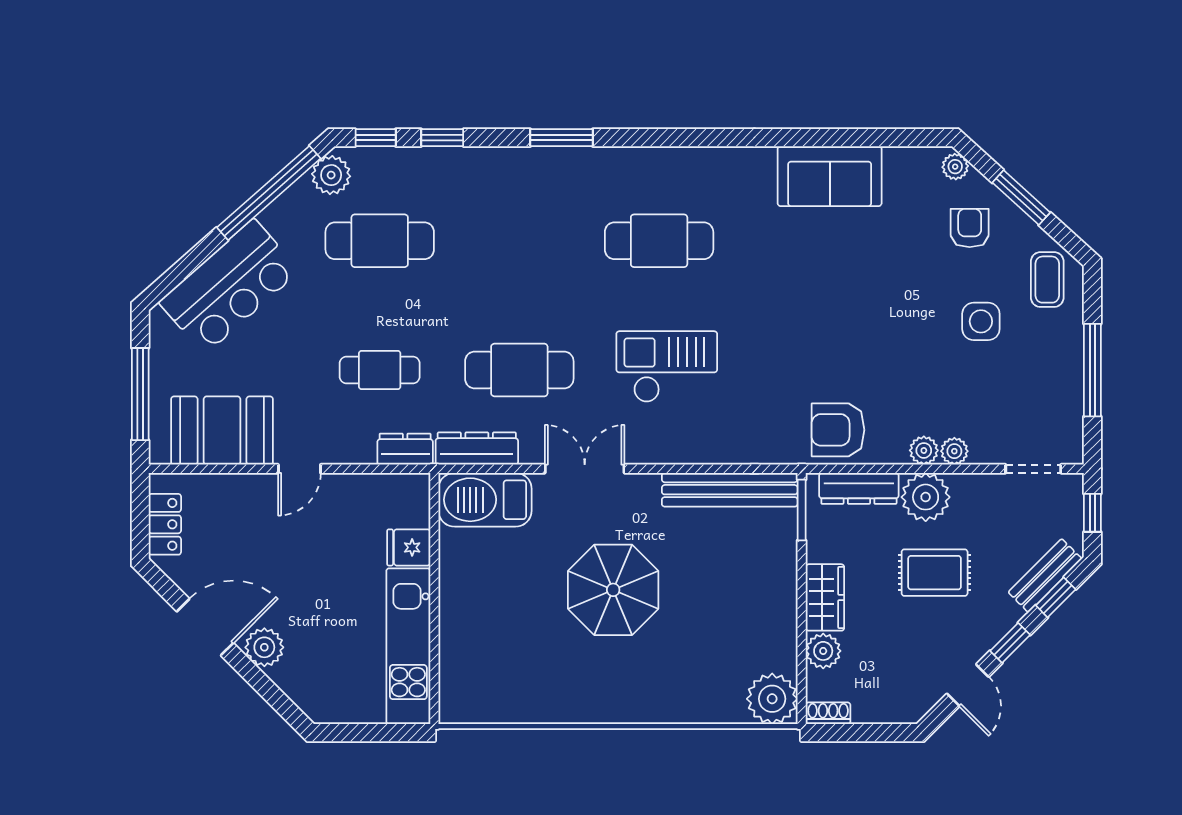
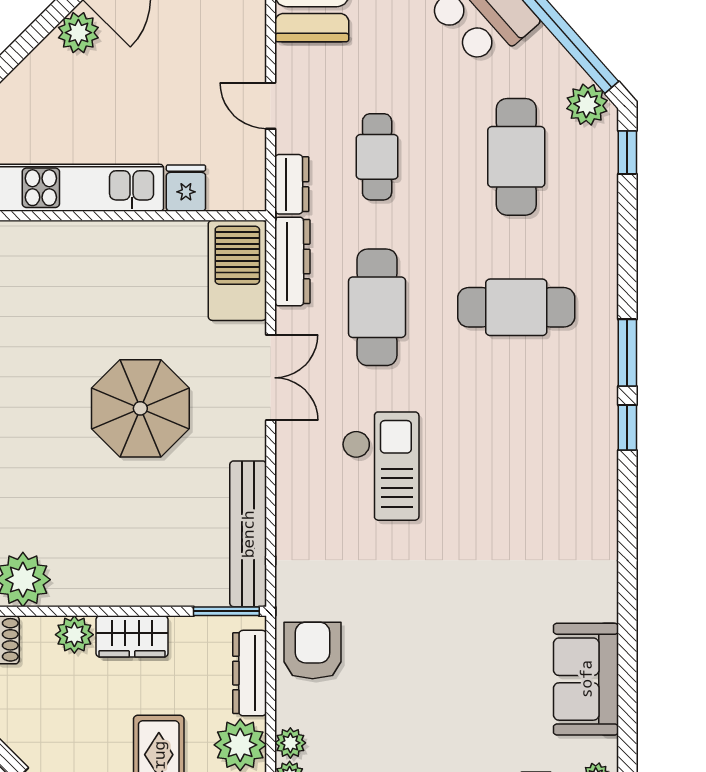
window: (442, 138) -> (627, 428), moved
sofa: (830, 176) -> (586, 679), moved
cafe table: (659, 241) -> (516, 307), moved, turned 90
door: (299, 469) -> (271, 106), moved

